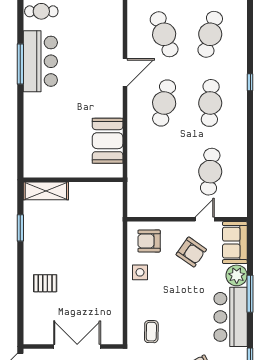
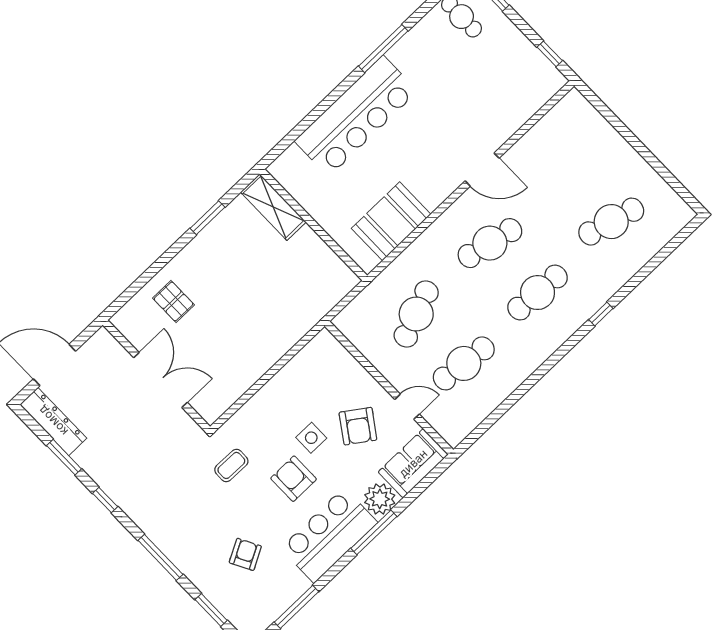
cafe table: (164, 34) -> (416, 314), moved
bar counter: (40, 61) -> (356, 116), moved, width x1.36
armchair: (149, 241) -> (294, 479), moved
side table: (140, 272) -> (311, 438), moved
wall: (73, 347) -> (156, 376), moved
double door: (77, 347) -> (161, 380), moved

